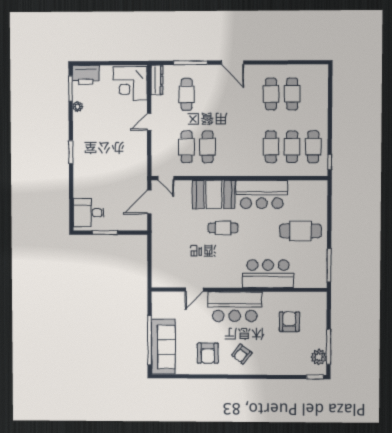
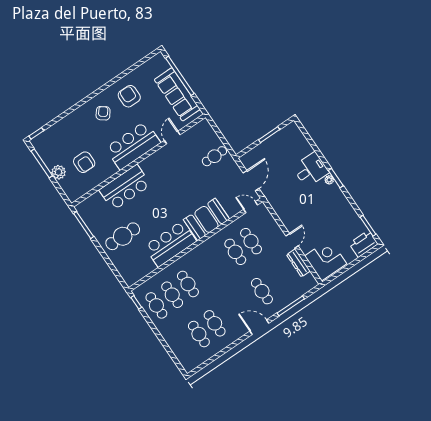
dresser: (157, 80) -> (298, 263), moved
cafe table: (187, 94) -> (262, 291), moved
plant: (78, 106) -> (329, 180), moved
desk: (89, 213) -> (311, 170), moved
cafe table: (223, 228) -> (214, 156), moved
sofa: (163, 347) -> (177, 94), moved
plant: (319, 357) -> (59, 172), moved

